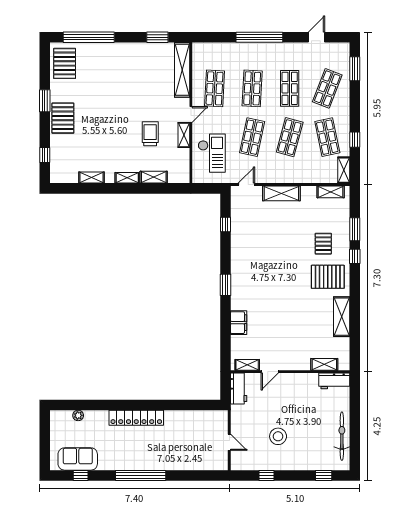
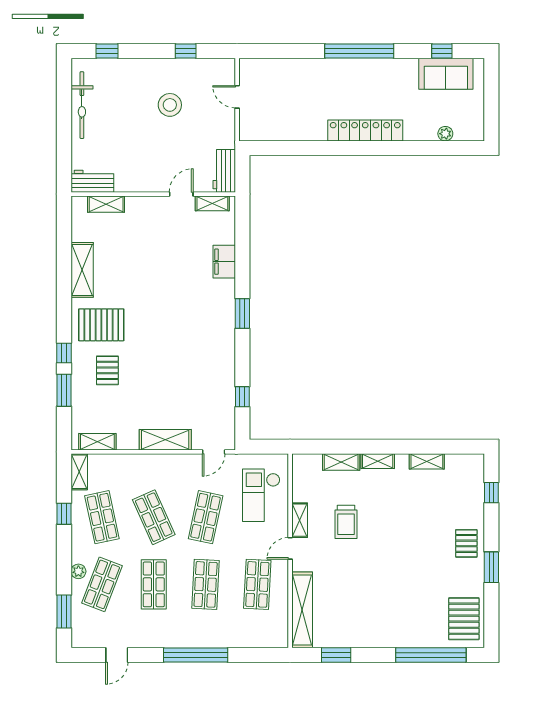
plant: (344, 98) -> (78, 571), added
pallet: (63, 118) -> (466, 543), width x0.67, depth x0.71
shop shelf: (290, 137) -> (154, 517), turned -39

